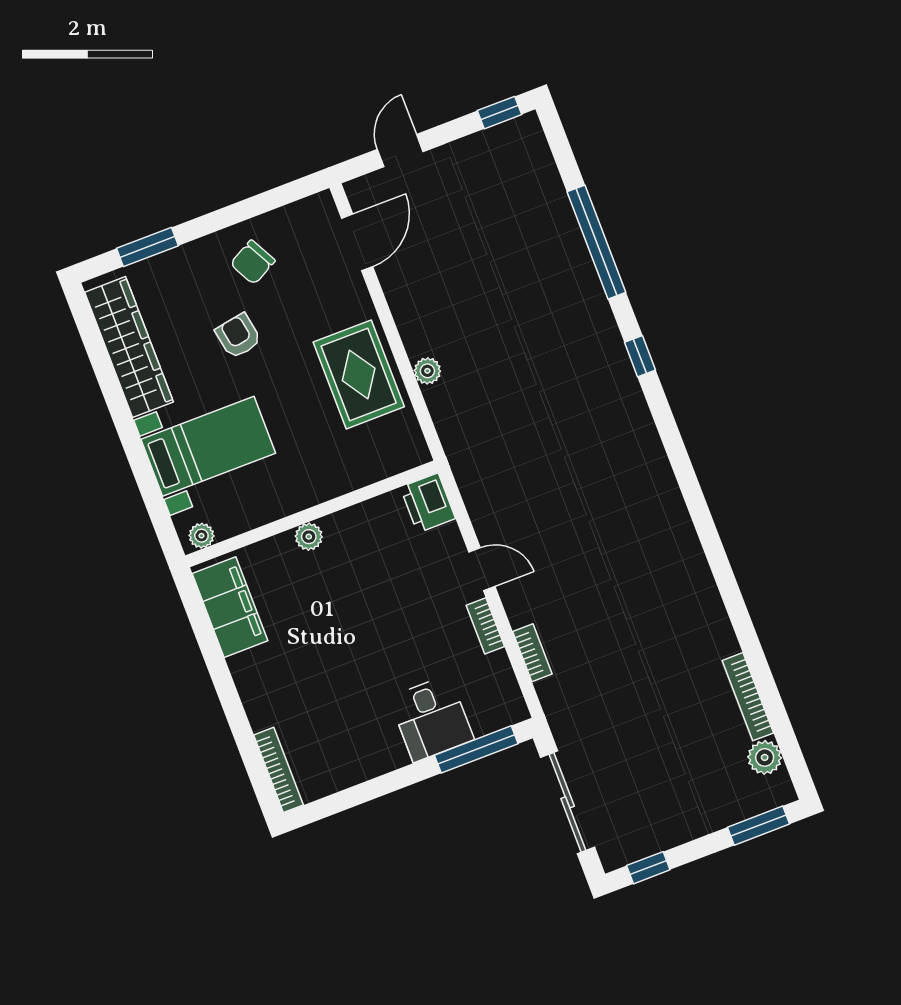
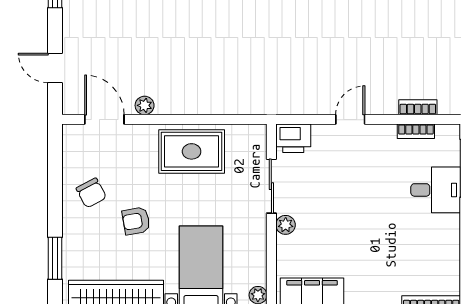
plant: (427, 371) -> (145, 105), moved
sliding door: (353, 498) -> (271, 186), added
bookcase: (485, 626) -> (416, 131), moved

